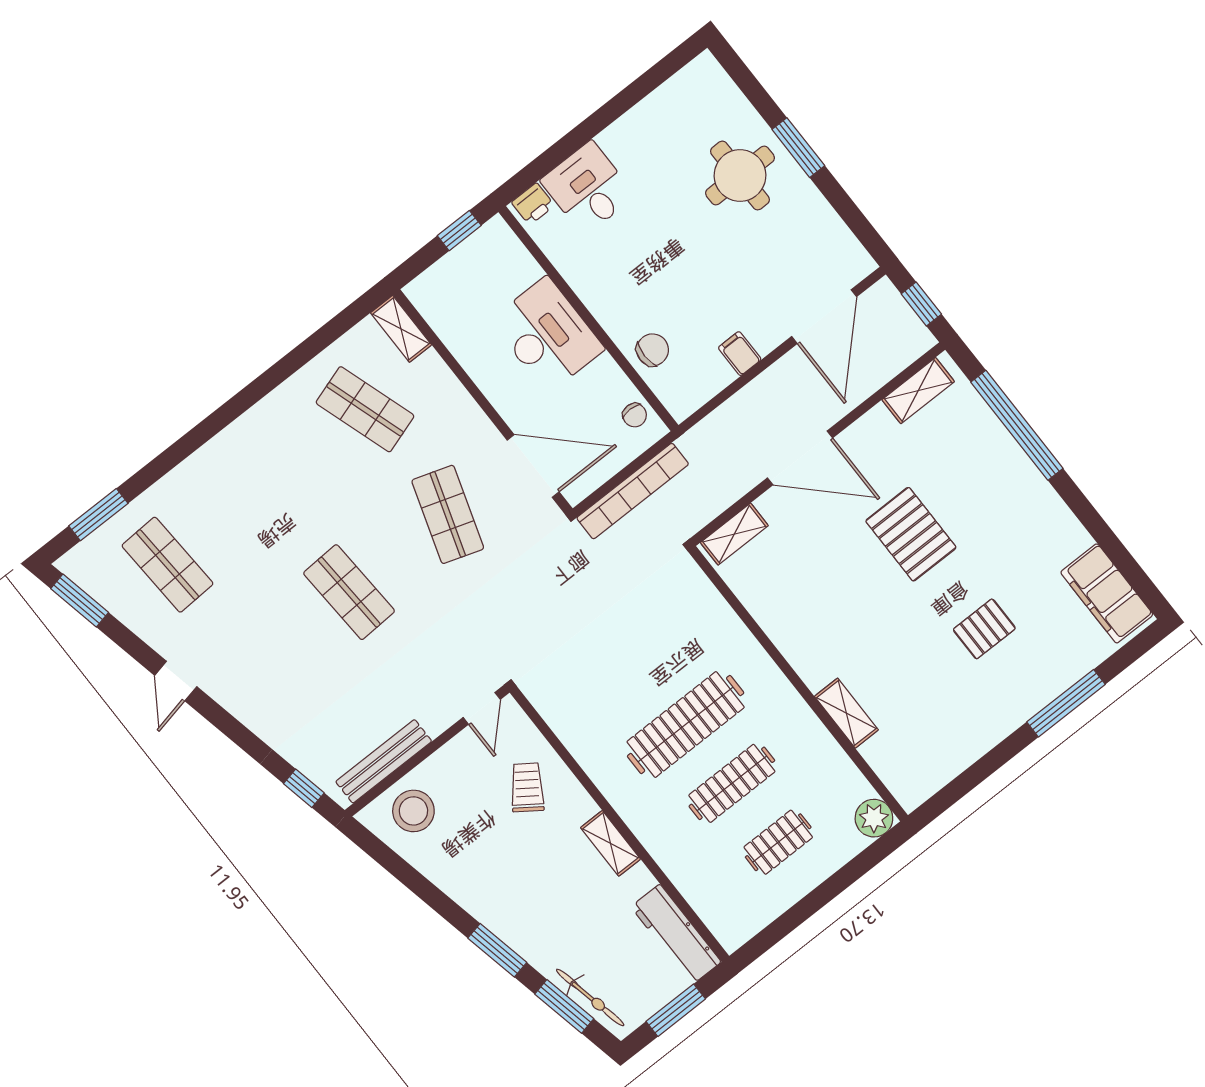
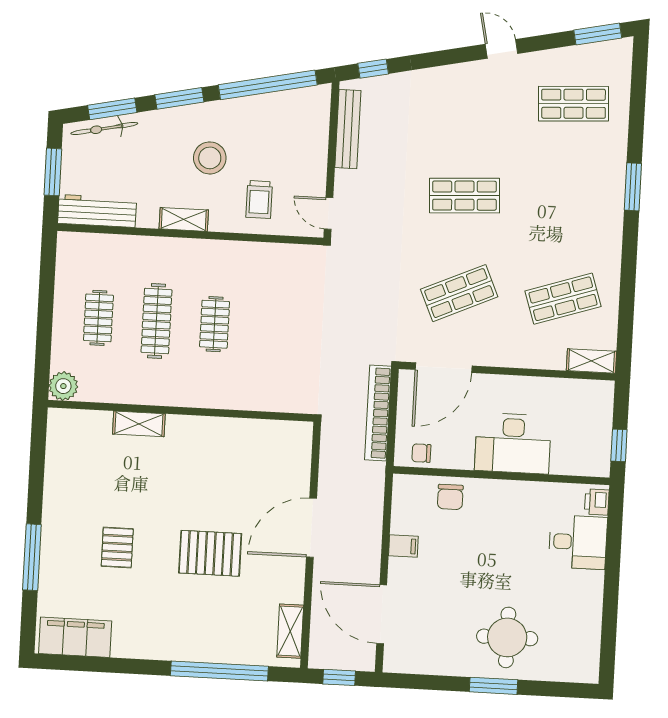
shop shelf: (448, 514) -> (459, 293), turned -42
window: (98, 515) -> (633, 187), moved
shelving: (734, 534) -> (301, 450), removed
clothes rail: (686, 725) -> (215, 324), width x0.54, depth x0.76
trolley: (527, 787) -> (259, 199), turned 55
stool: (413, 811) -> (210, 158), moved
window: (409, 876) -> (268, 85), added

